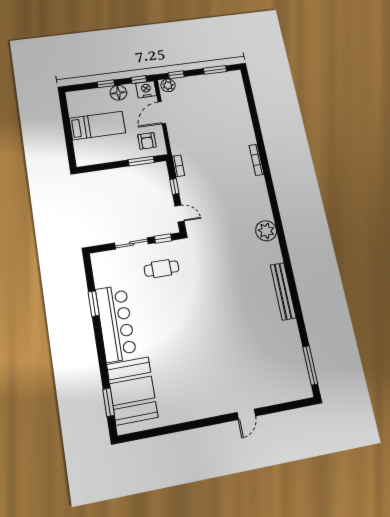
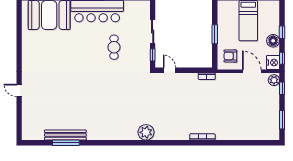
window: (141, 161) -> (215, 34), moved
window: (174, 186) -> (191, 70), removed
door: (179, 214) -> (170, 70), swing flipped
cafe table: (161, 269) -> (114, 47), moved
bench: (283, 291) -> (65, 135), moved
window: (310, 365) -> (66, 143), moved

